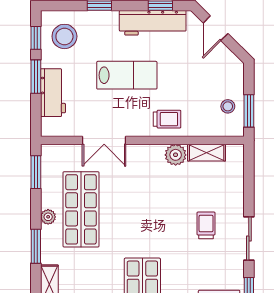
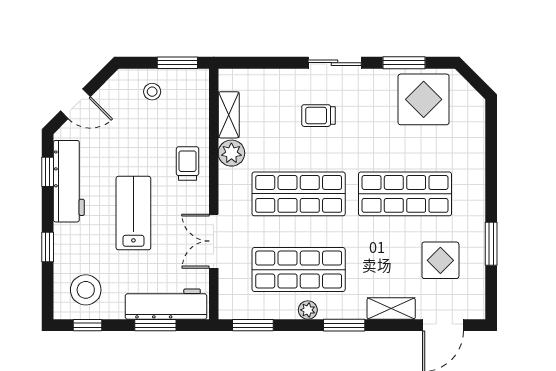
window: (36, 77) -> (155, 325), moved
workbench: (53, 93) -> (166, 304), width x1.38
stool: (228, 106) -> (152, 92), moved
double door: (104, 140) -> (214, 241), swing flipped
shop shelf: (142, 209) -> (299, 194), added

